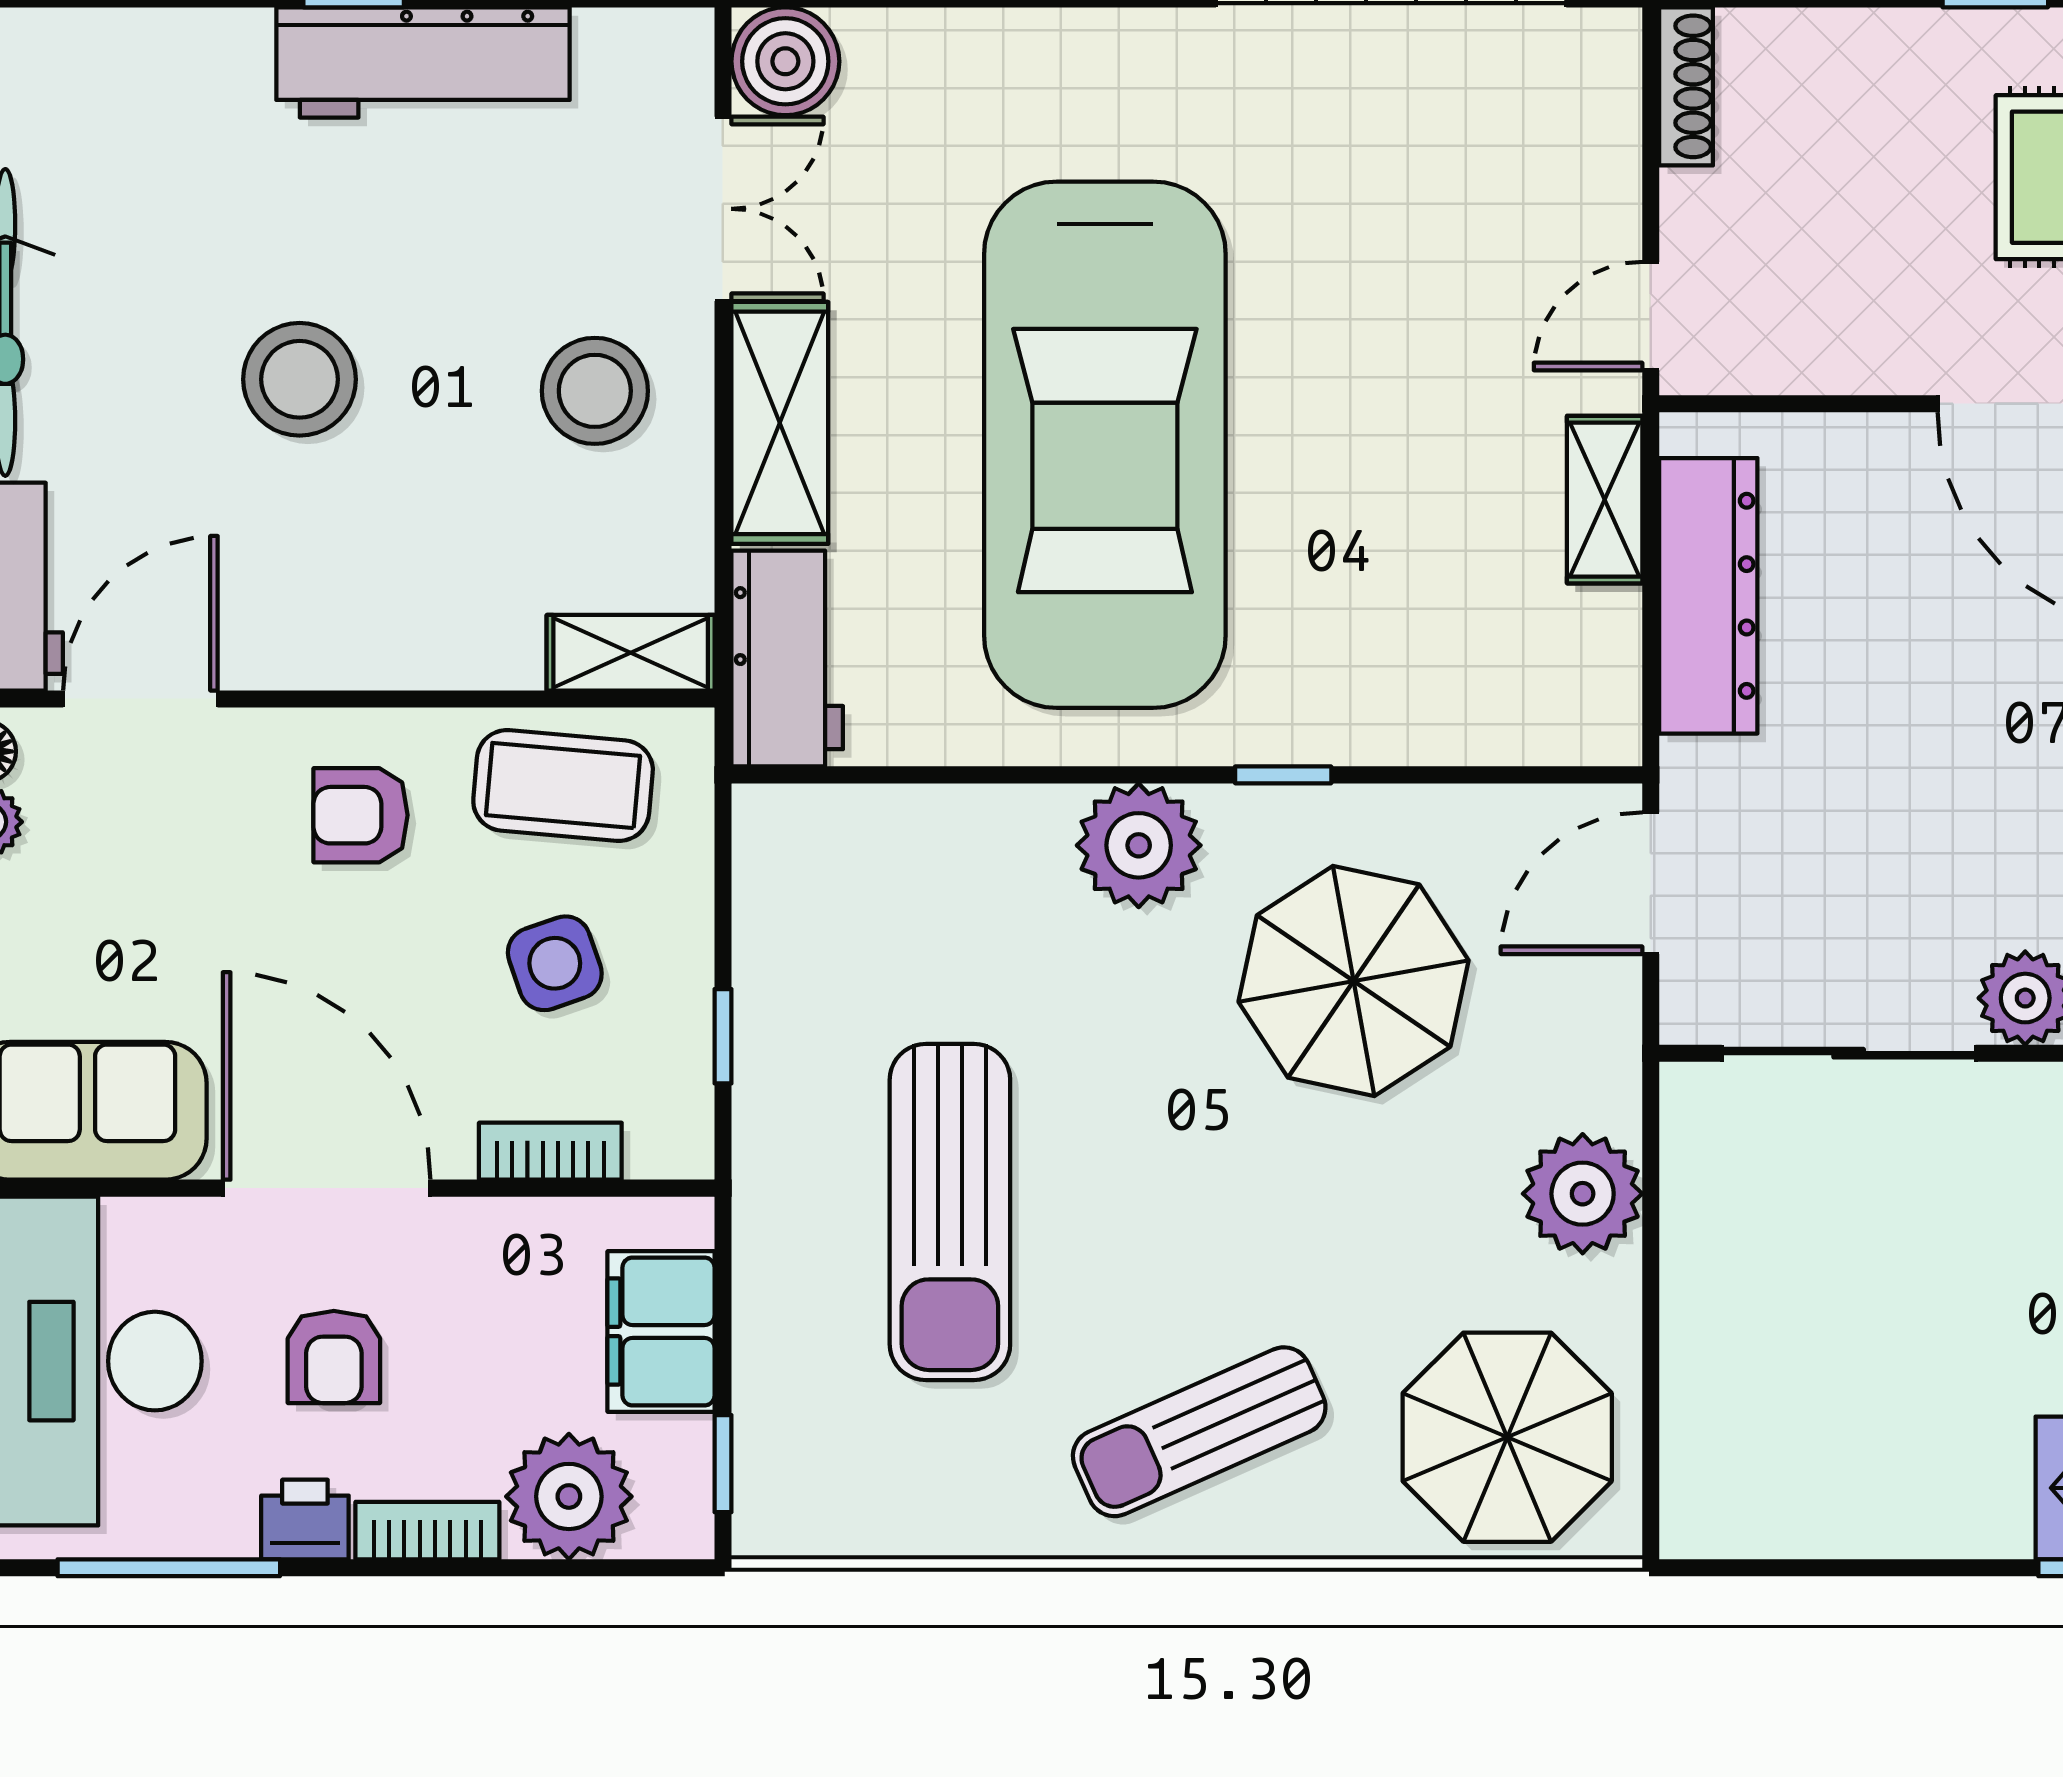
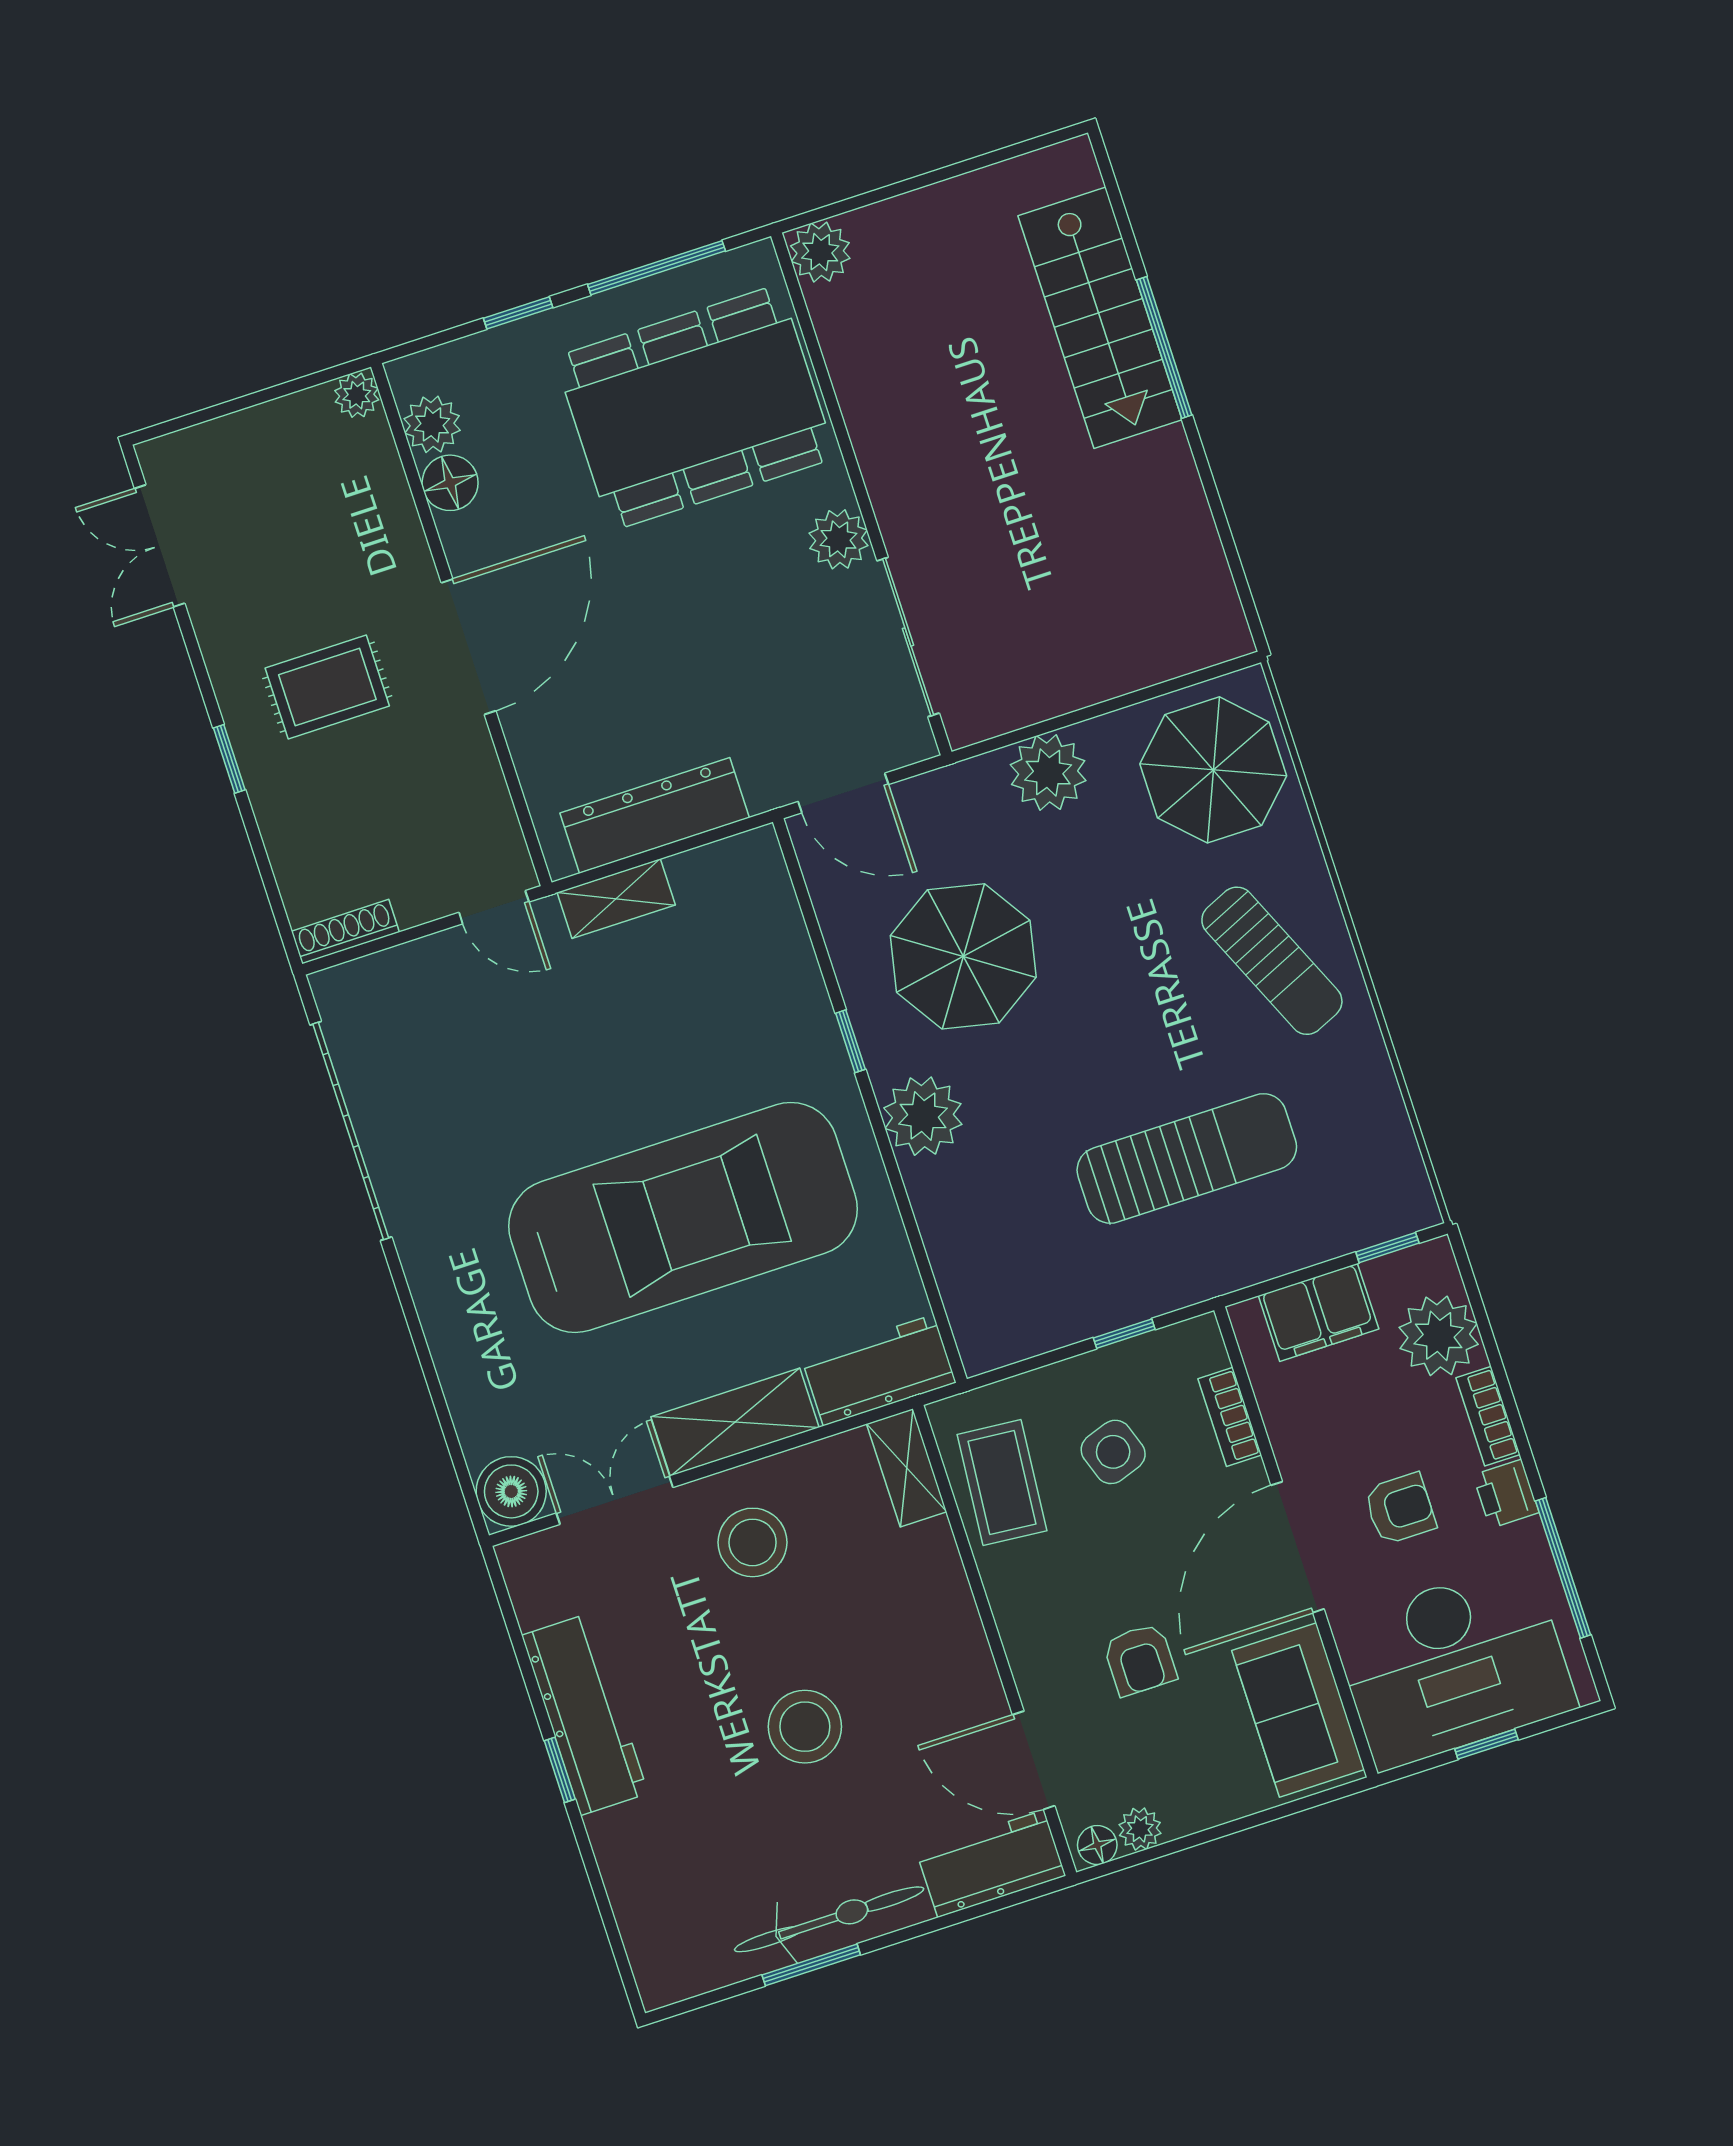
armchair: (361, 815) -> (1140, 1660), moved

